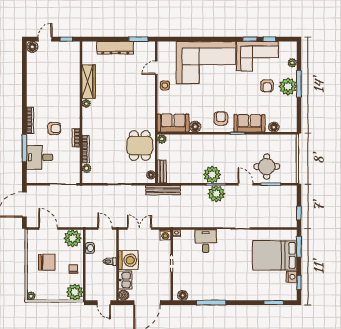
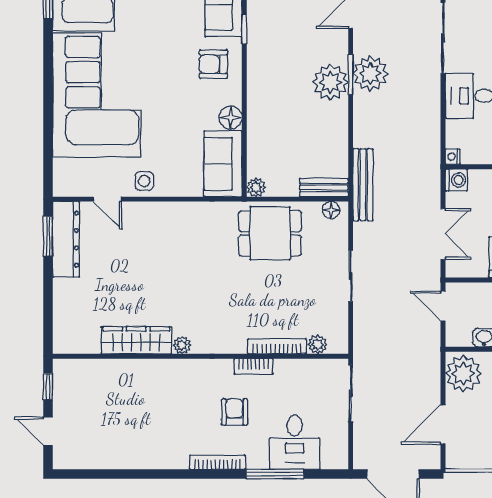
floor lamp: (32, 47) -> (64, 458), removed
dresser: (115, 48) -> (66, 239), moved
door: (105, 228) -> (443, 306), hinge flipped
double door: (139, 228) -> (443, 234), swing flipped

